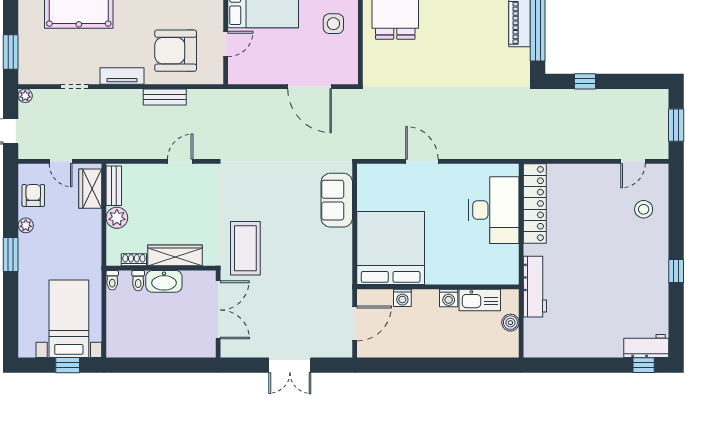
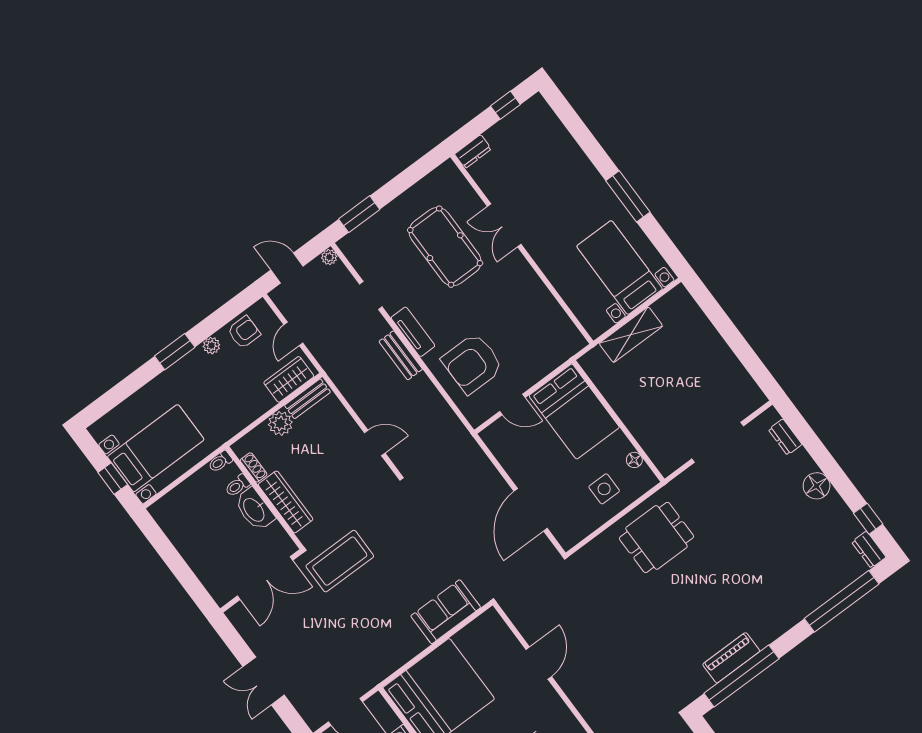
armchair: (176, 51) -> (472, 363), turned -90
bench: (165, 97) -> (401, 355), moved

